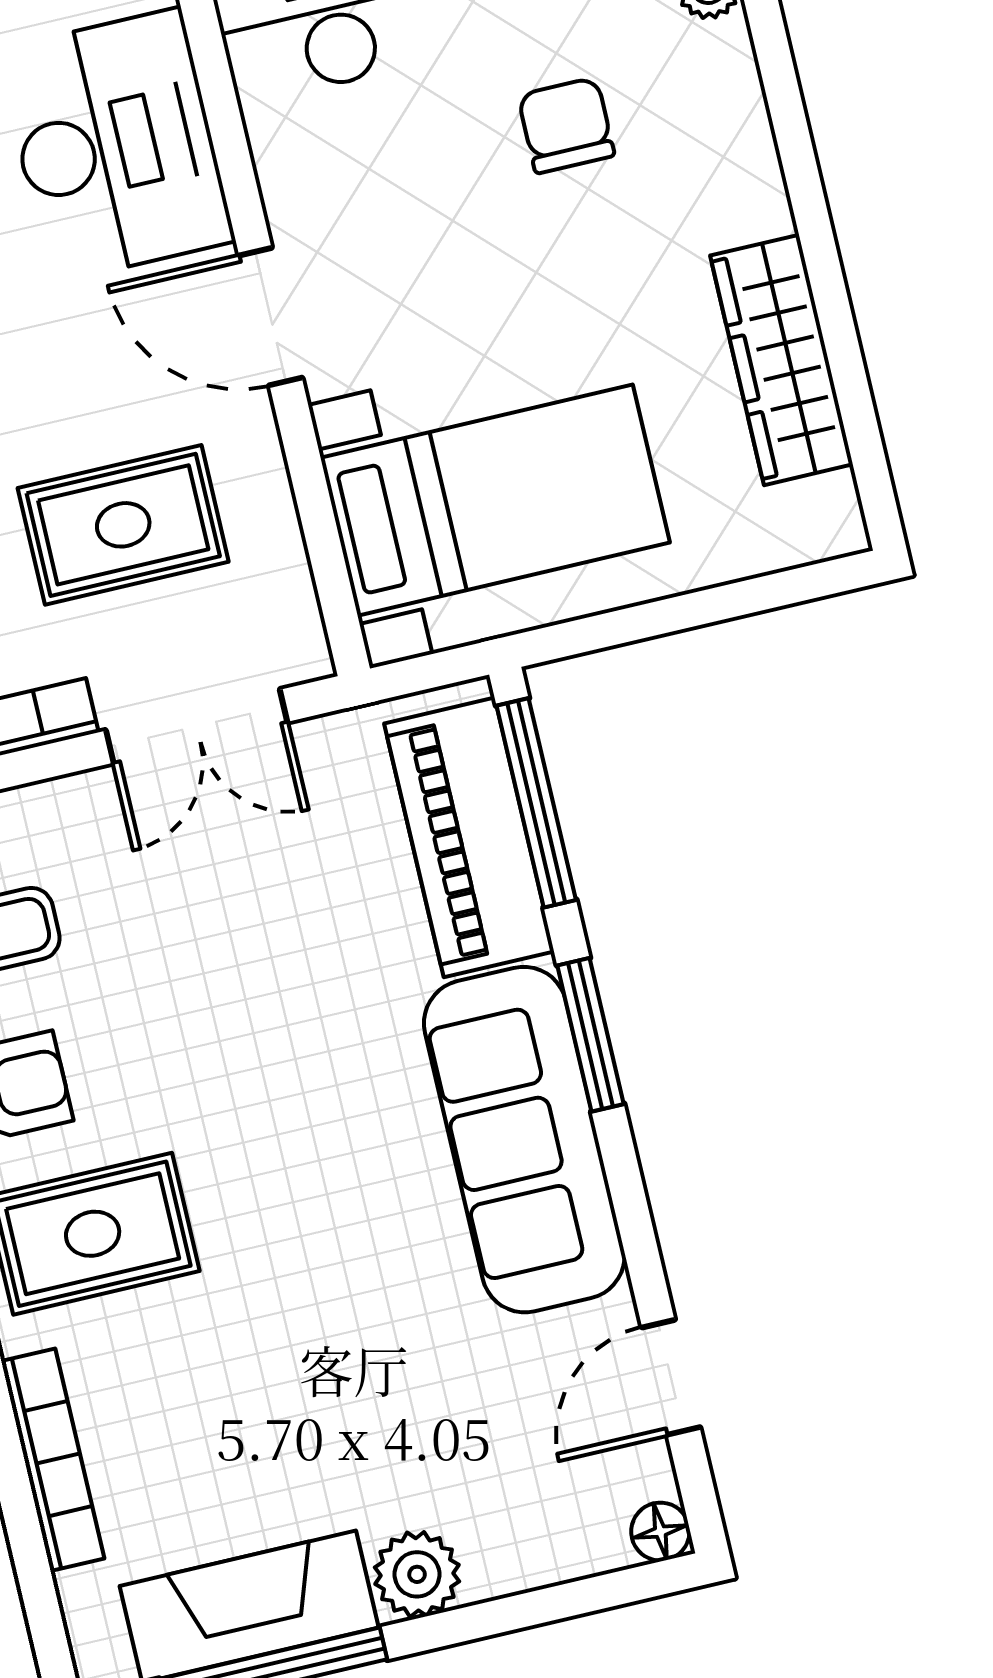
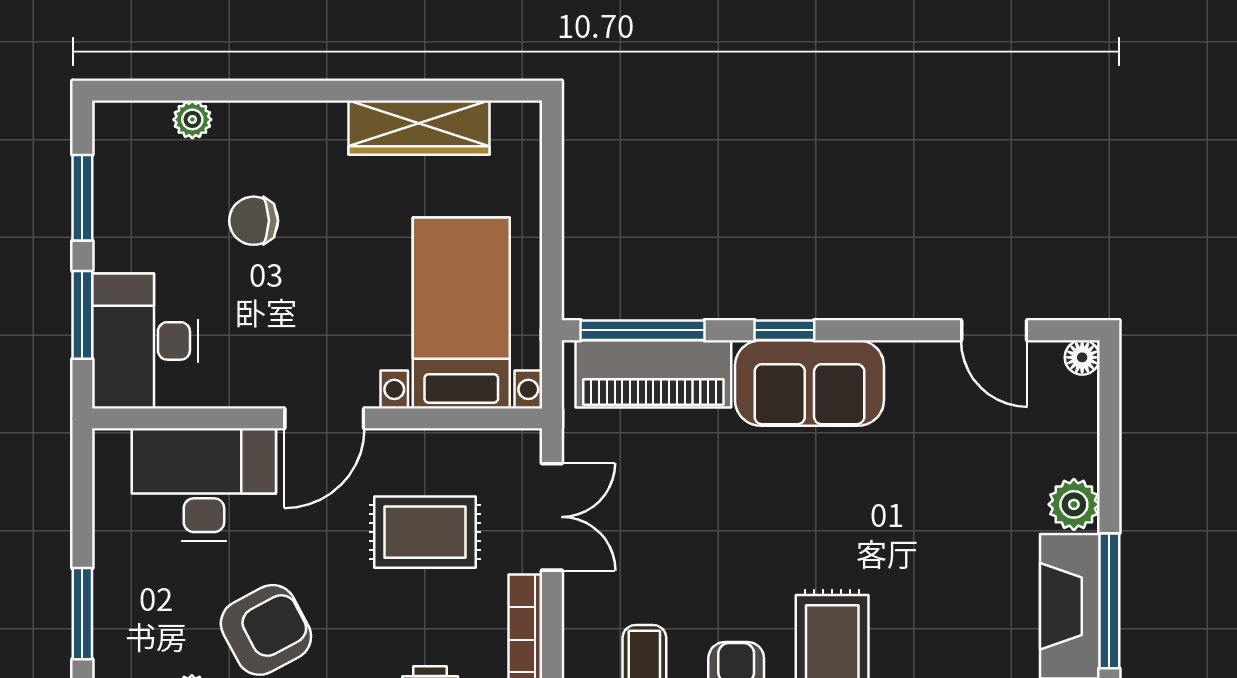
rug: (123, 525) -> (425, 532), turned 90
window: (591, 1035) -> (784, 330), width x0.67
sofa: (524, 1140) -> (809, 383), width x0.73

